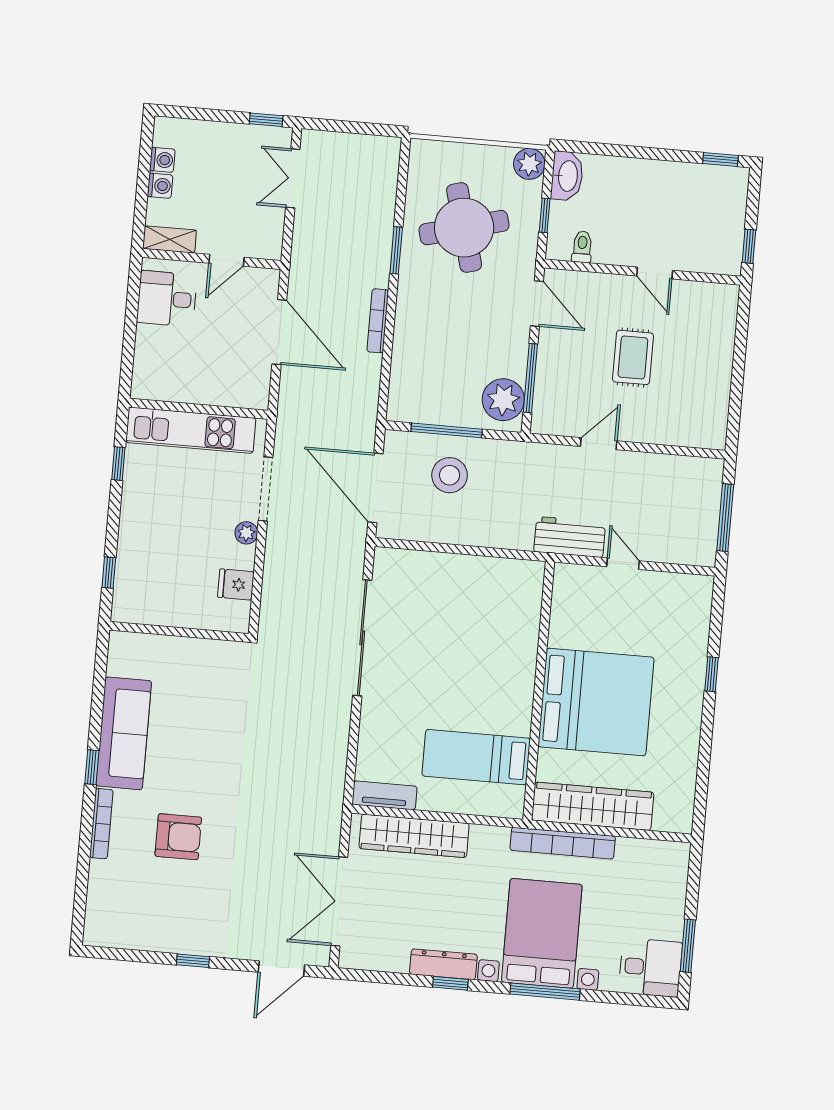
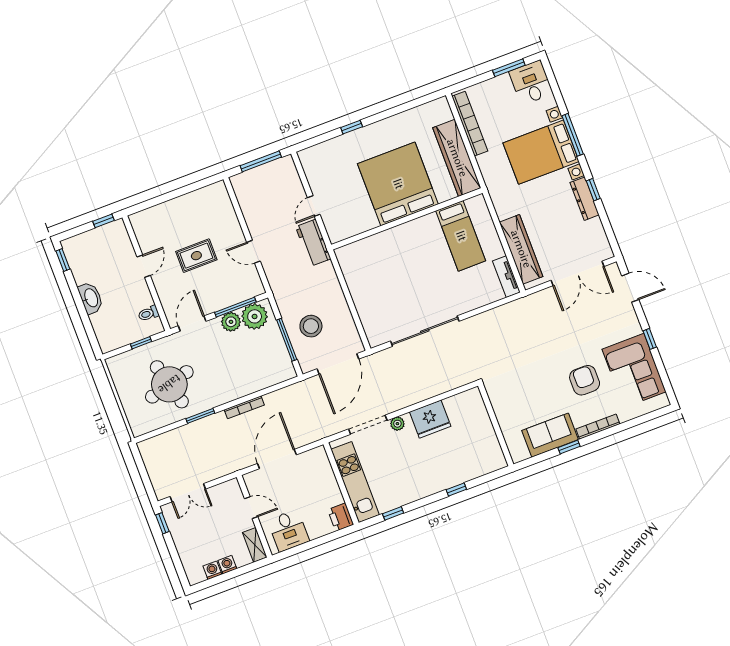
plant: (529, 164) -> (231, 322), moved
washbasin: (567, 176) -> (91, 298), moved, turned 90
printer: (150, 384) -> (341, 517), added
fridge: (236, 584) -> (430, 419), width x1.88, depth x1.34
wall: (179, 632) -> (496, 425), moved
sofa: (124, 733) -> (550, 435), width x0.73
bookcase: (563, 843) -> (470, 124), moved
corner sofa: (158, 916) -> (634, 371), added

